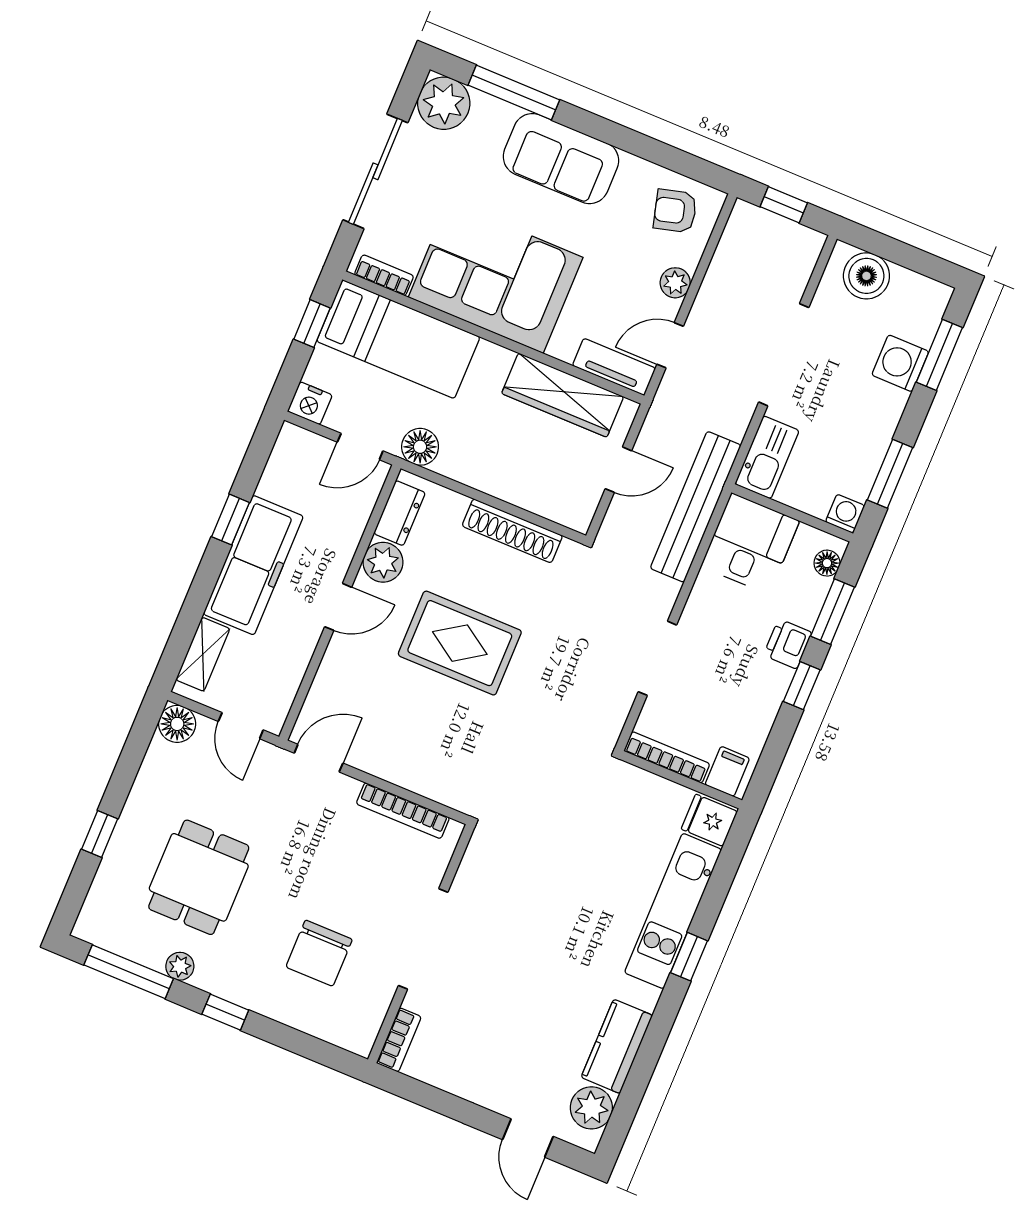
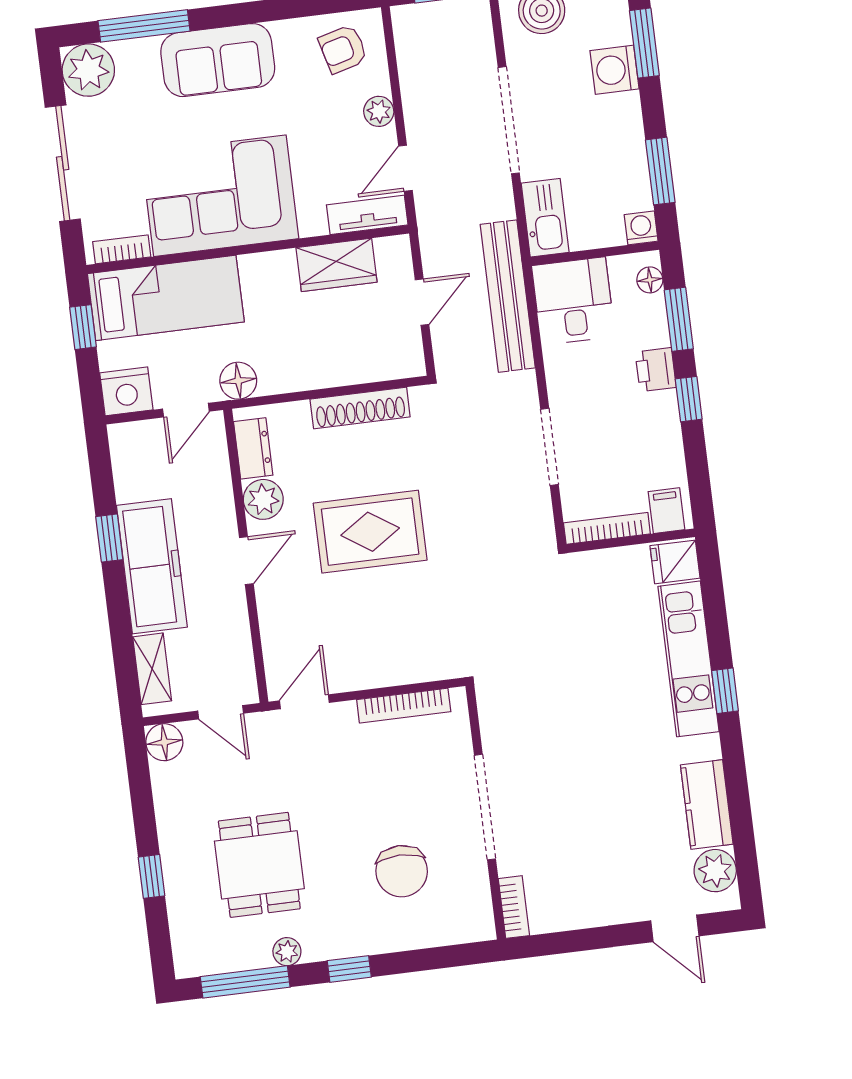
wardrobe: (563, 395) -> (337, 265), width x0.67
nightstand: (310, 403) -> (126, 391), width x1.36, depth x1.33

